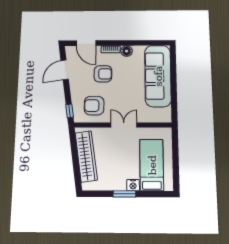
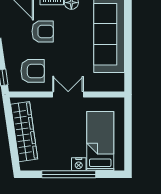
armchair: (94, 106) -> (33, 71), turned 180
window: (124, 194) -> (69, 174), width x2.11

